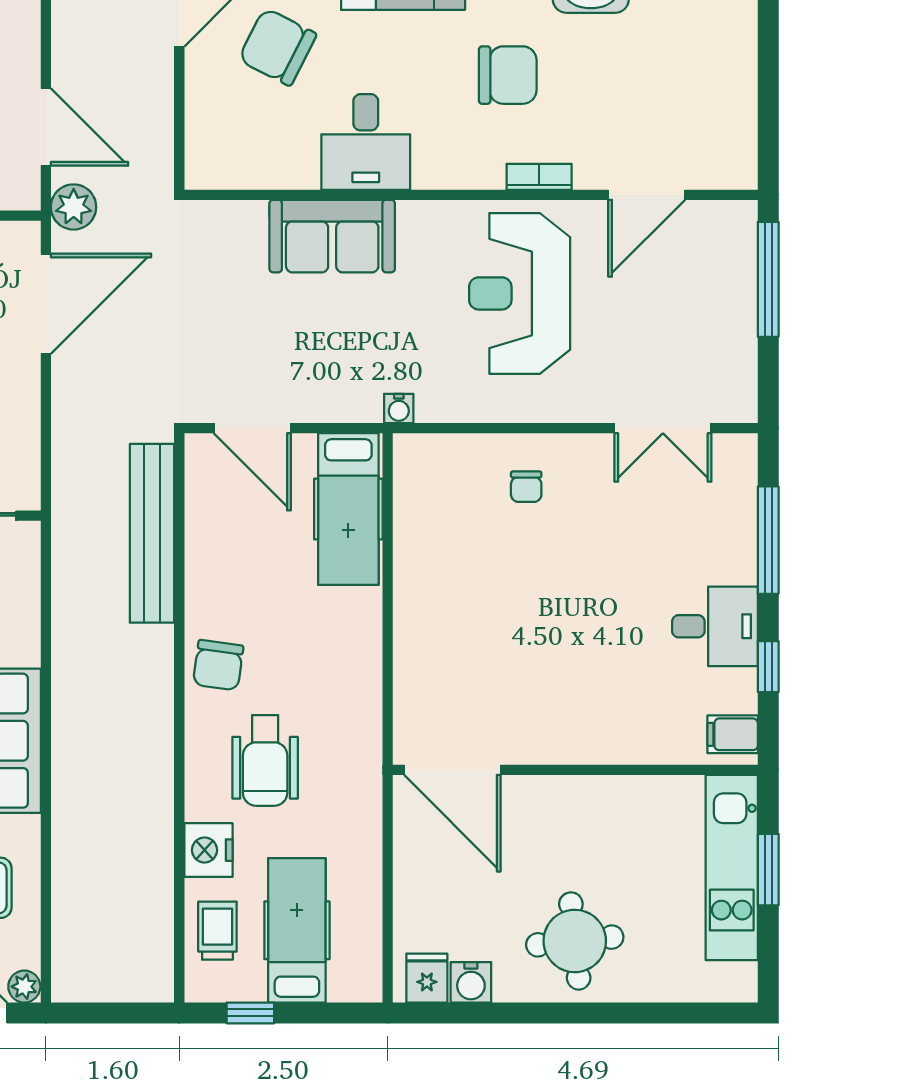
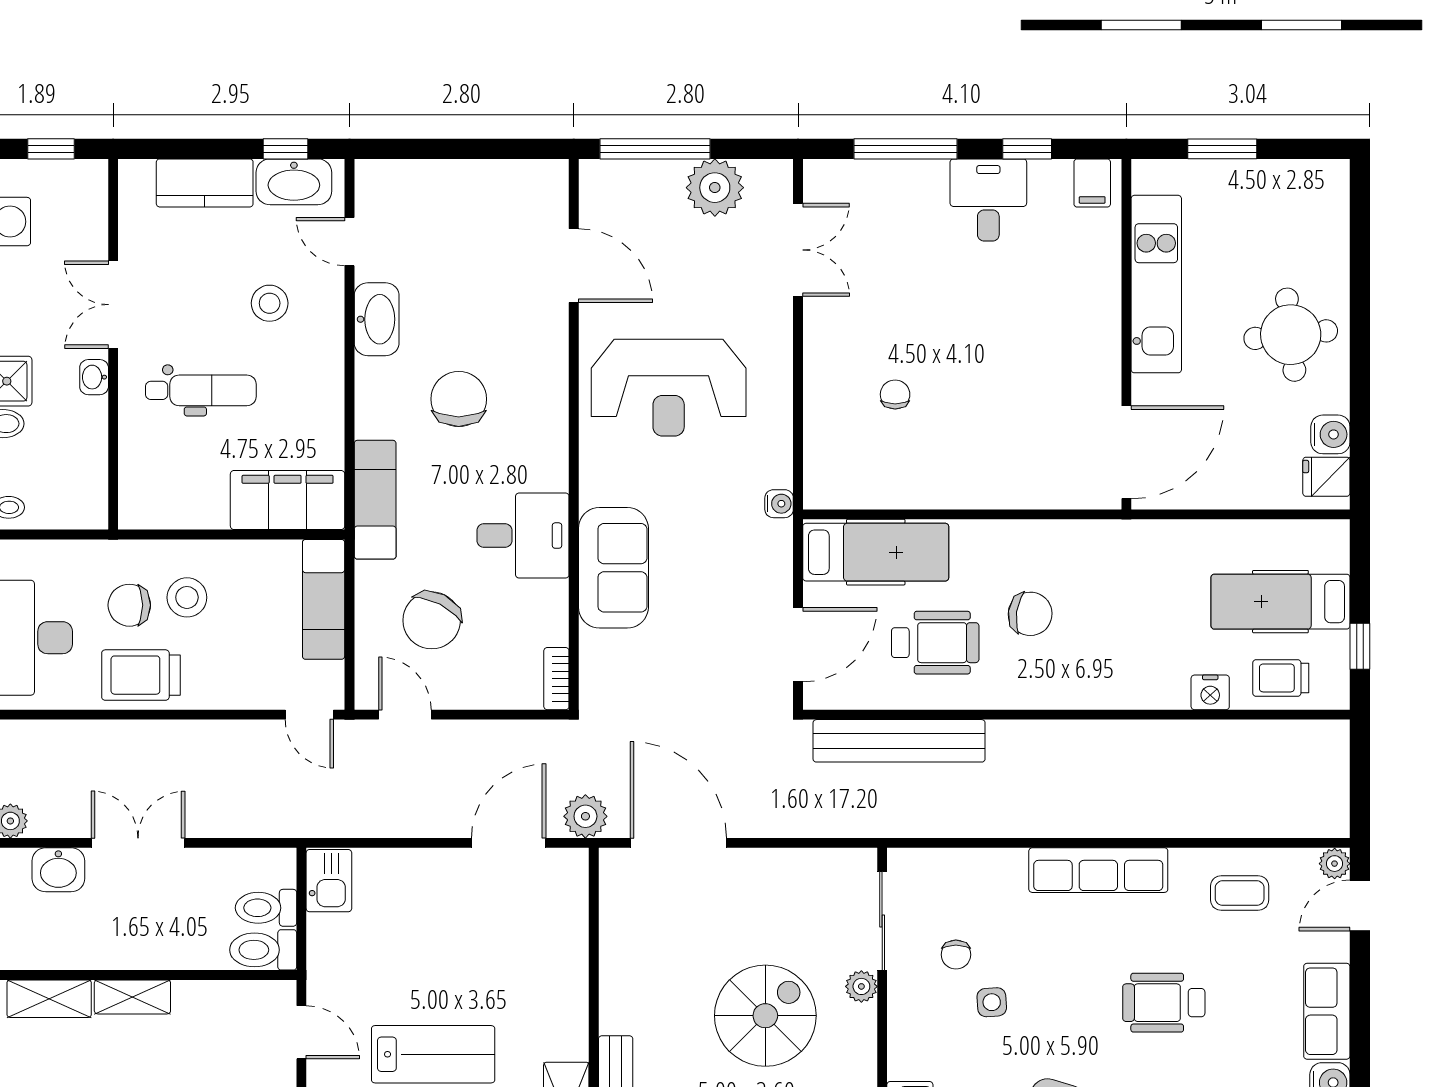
bookcase: (539, 177) -> (556, 679), moved
plant: (728, 342) -> (715, 188), added
chair: (526, 487) -> (895, 394), moved, turned -90
chair: (218, 665) -> (1030, 614), moved
wheelchair: (265, 760) -> (935, 643), moved
nightstand: (208, 850) -> (1210, 692), width x0.74, depth x0.75
kitchen unit: (732, 867) -> (1156, 284), moved, turned -90

